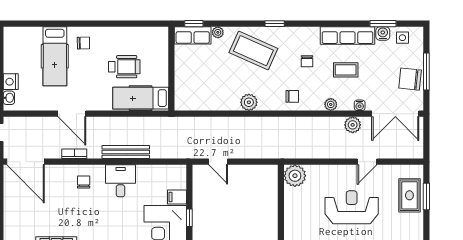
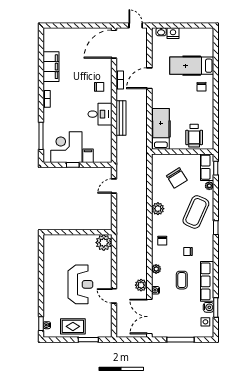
wheelchair: (124, 67) -> (194, 136), moved
chair: (410, 79) -> (177, 178), moved, turned 142
rug: (409, 195) -> (73, 326), moved

